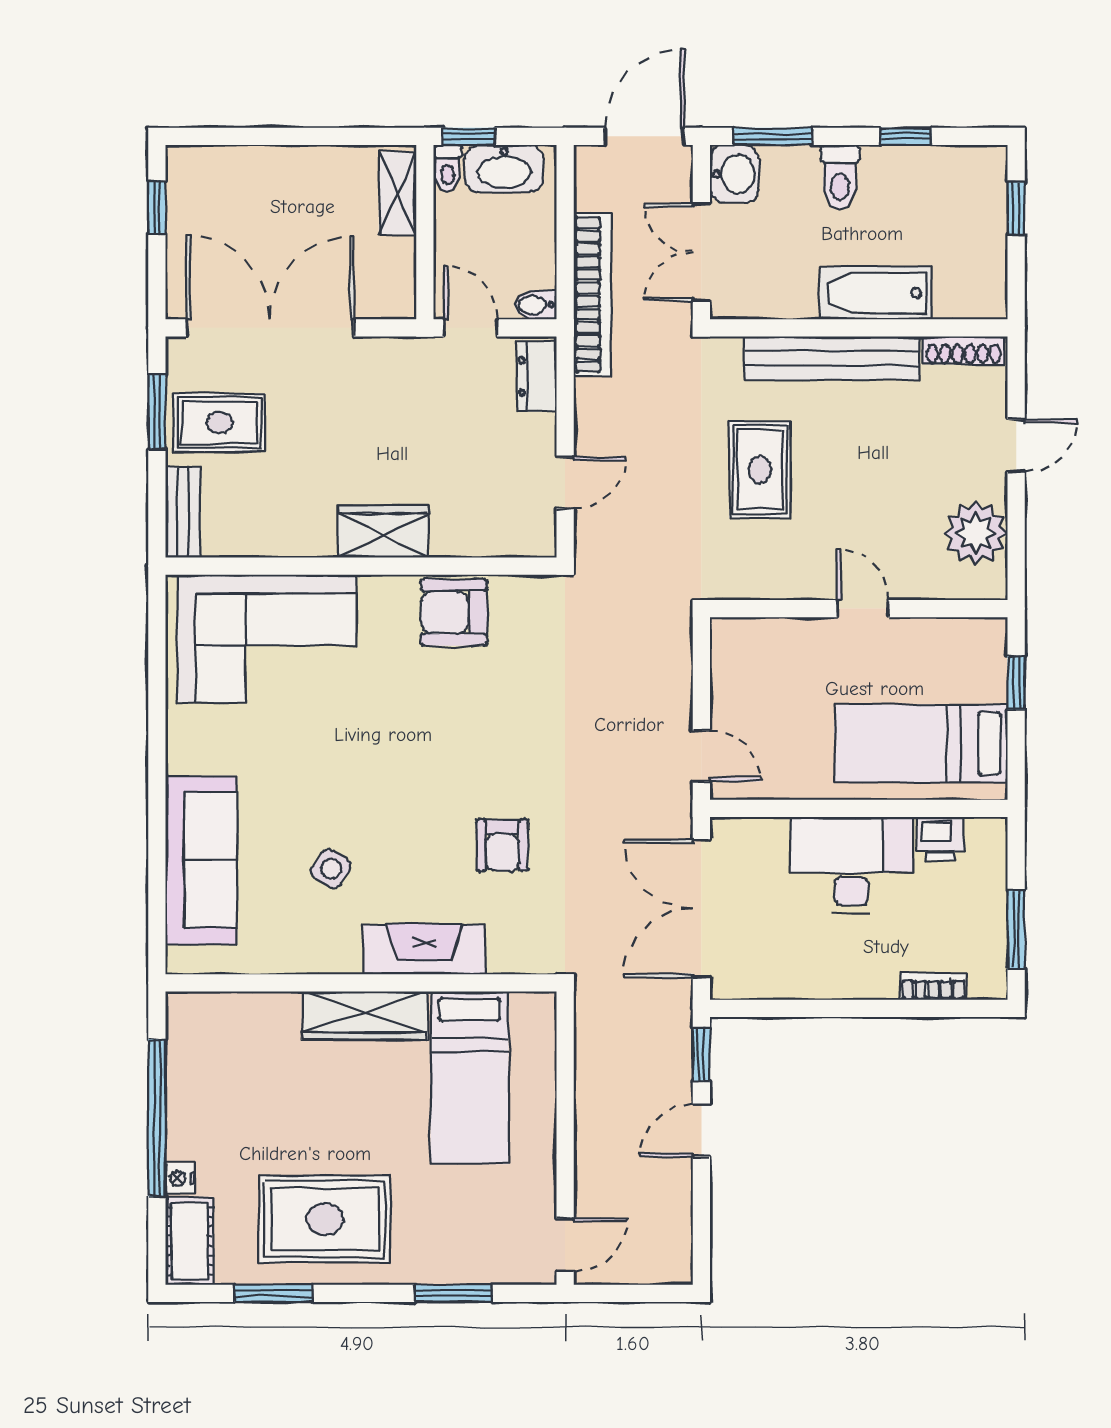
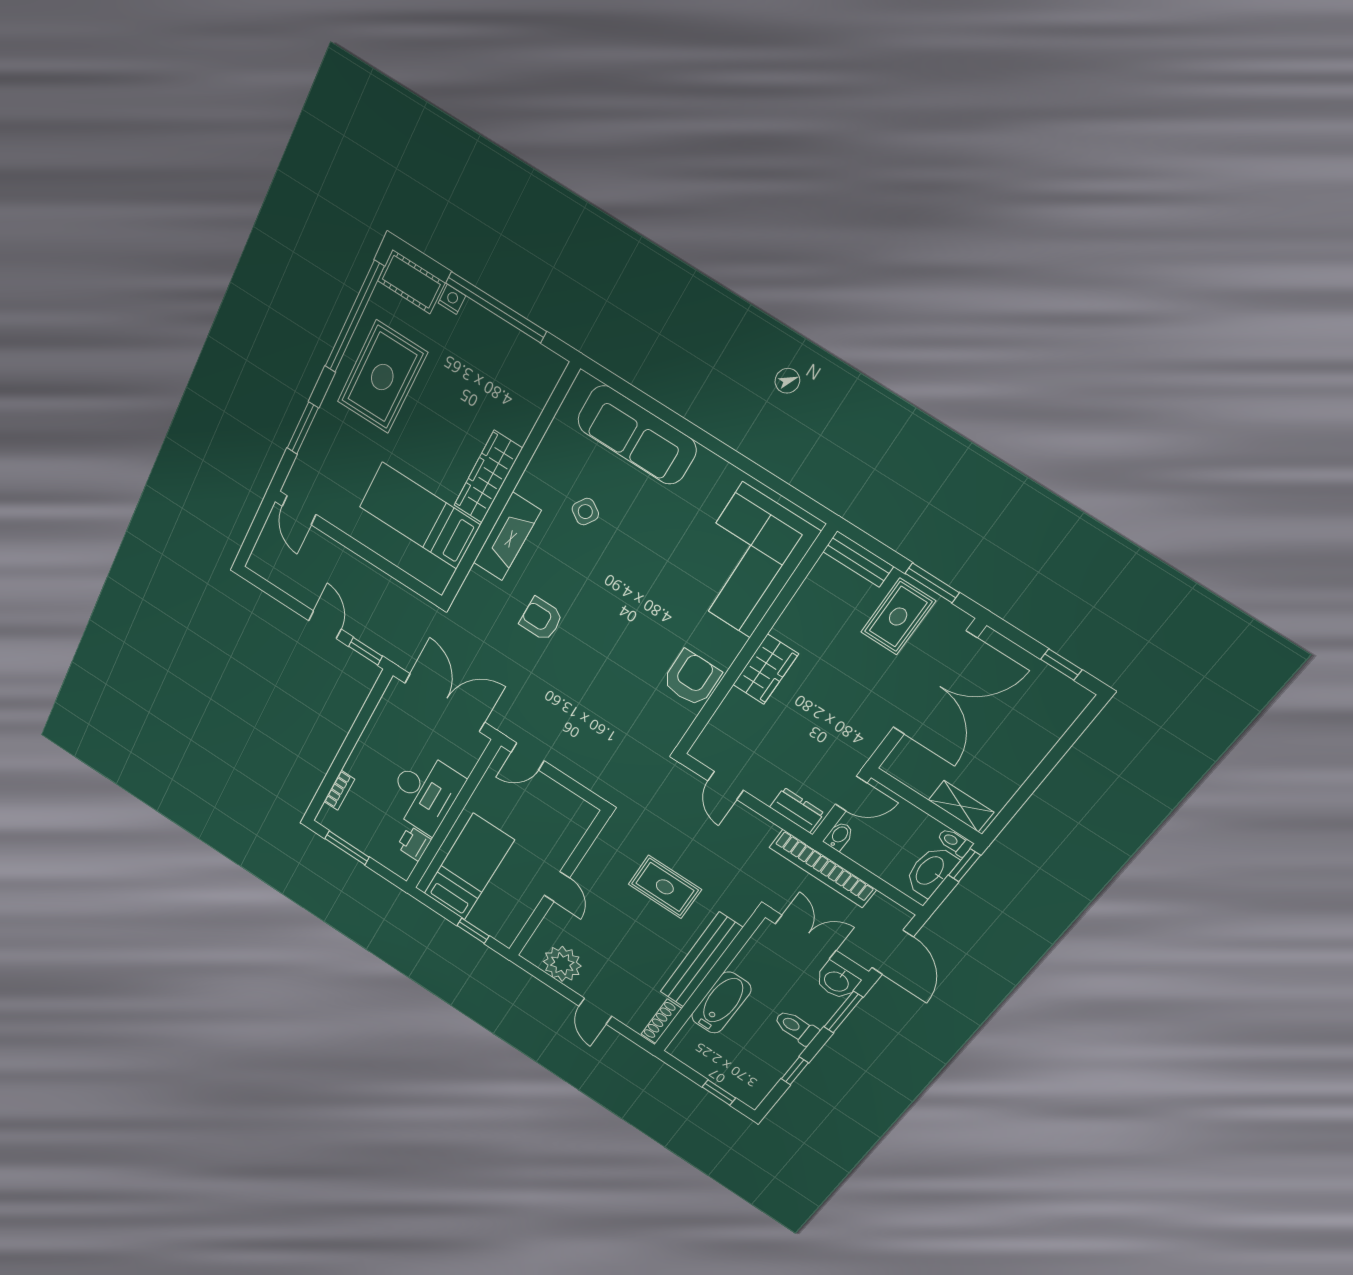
door: (863, 609) -> (557, 887), hinge flipped
window: (273, 1293) -> (354, 317), width x2.11

